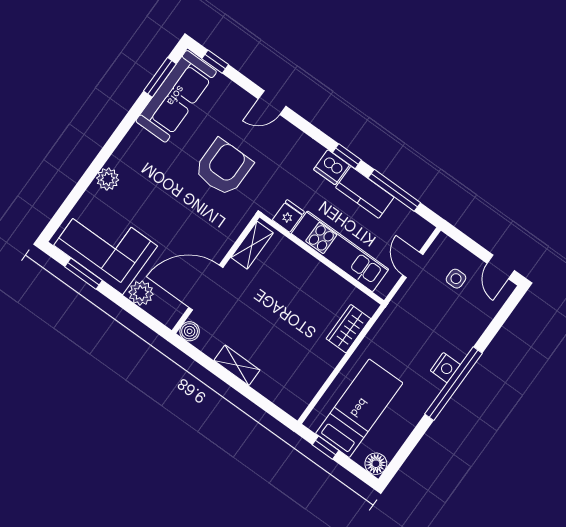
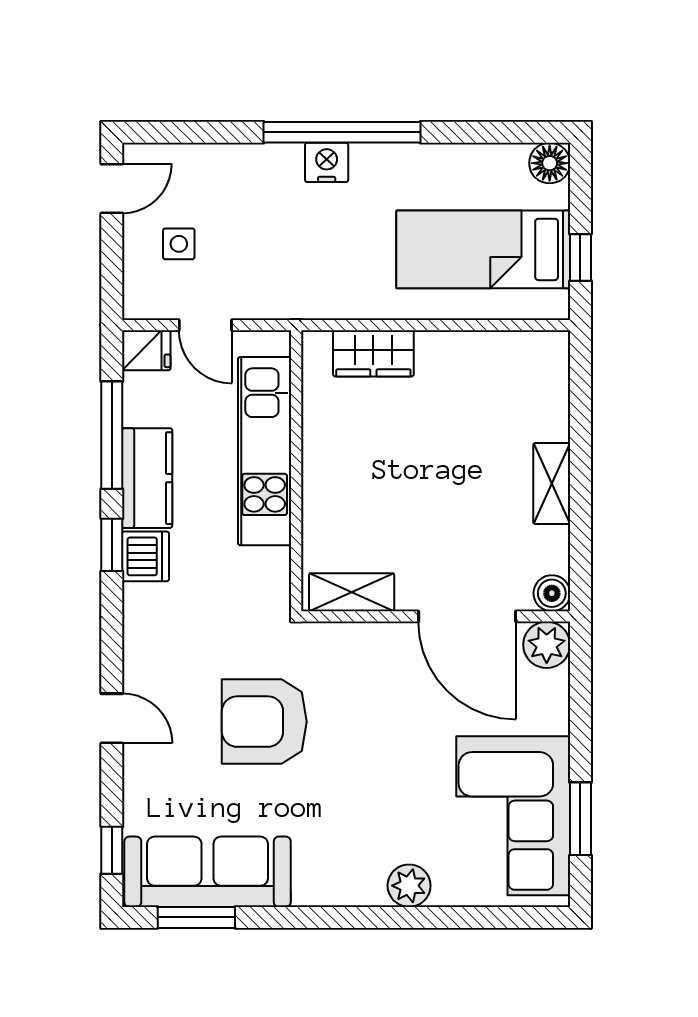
fridge: (288, 216) -> (146, 350), moved, turned 180
door: (413, 265) -> (205, 325), hinge flipped
plant: (141, 293) -> (547, 645), moved

